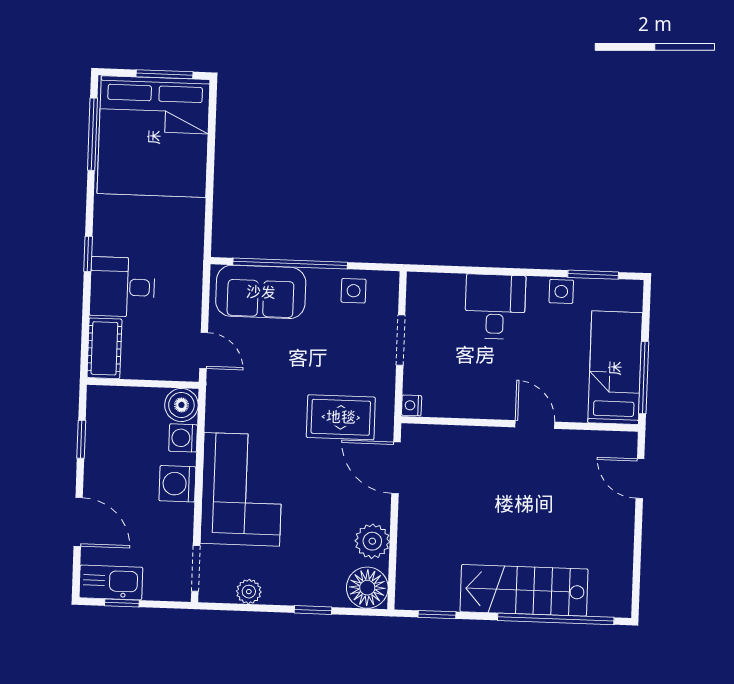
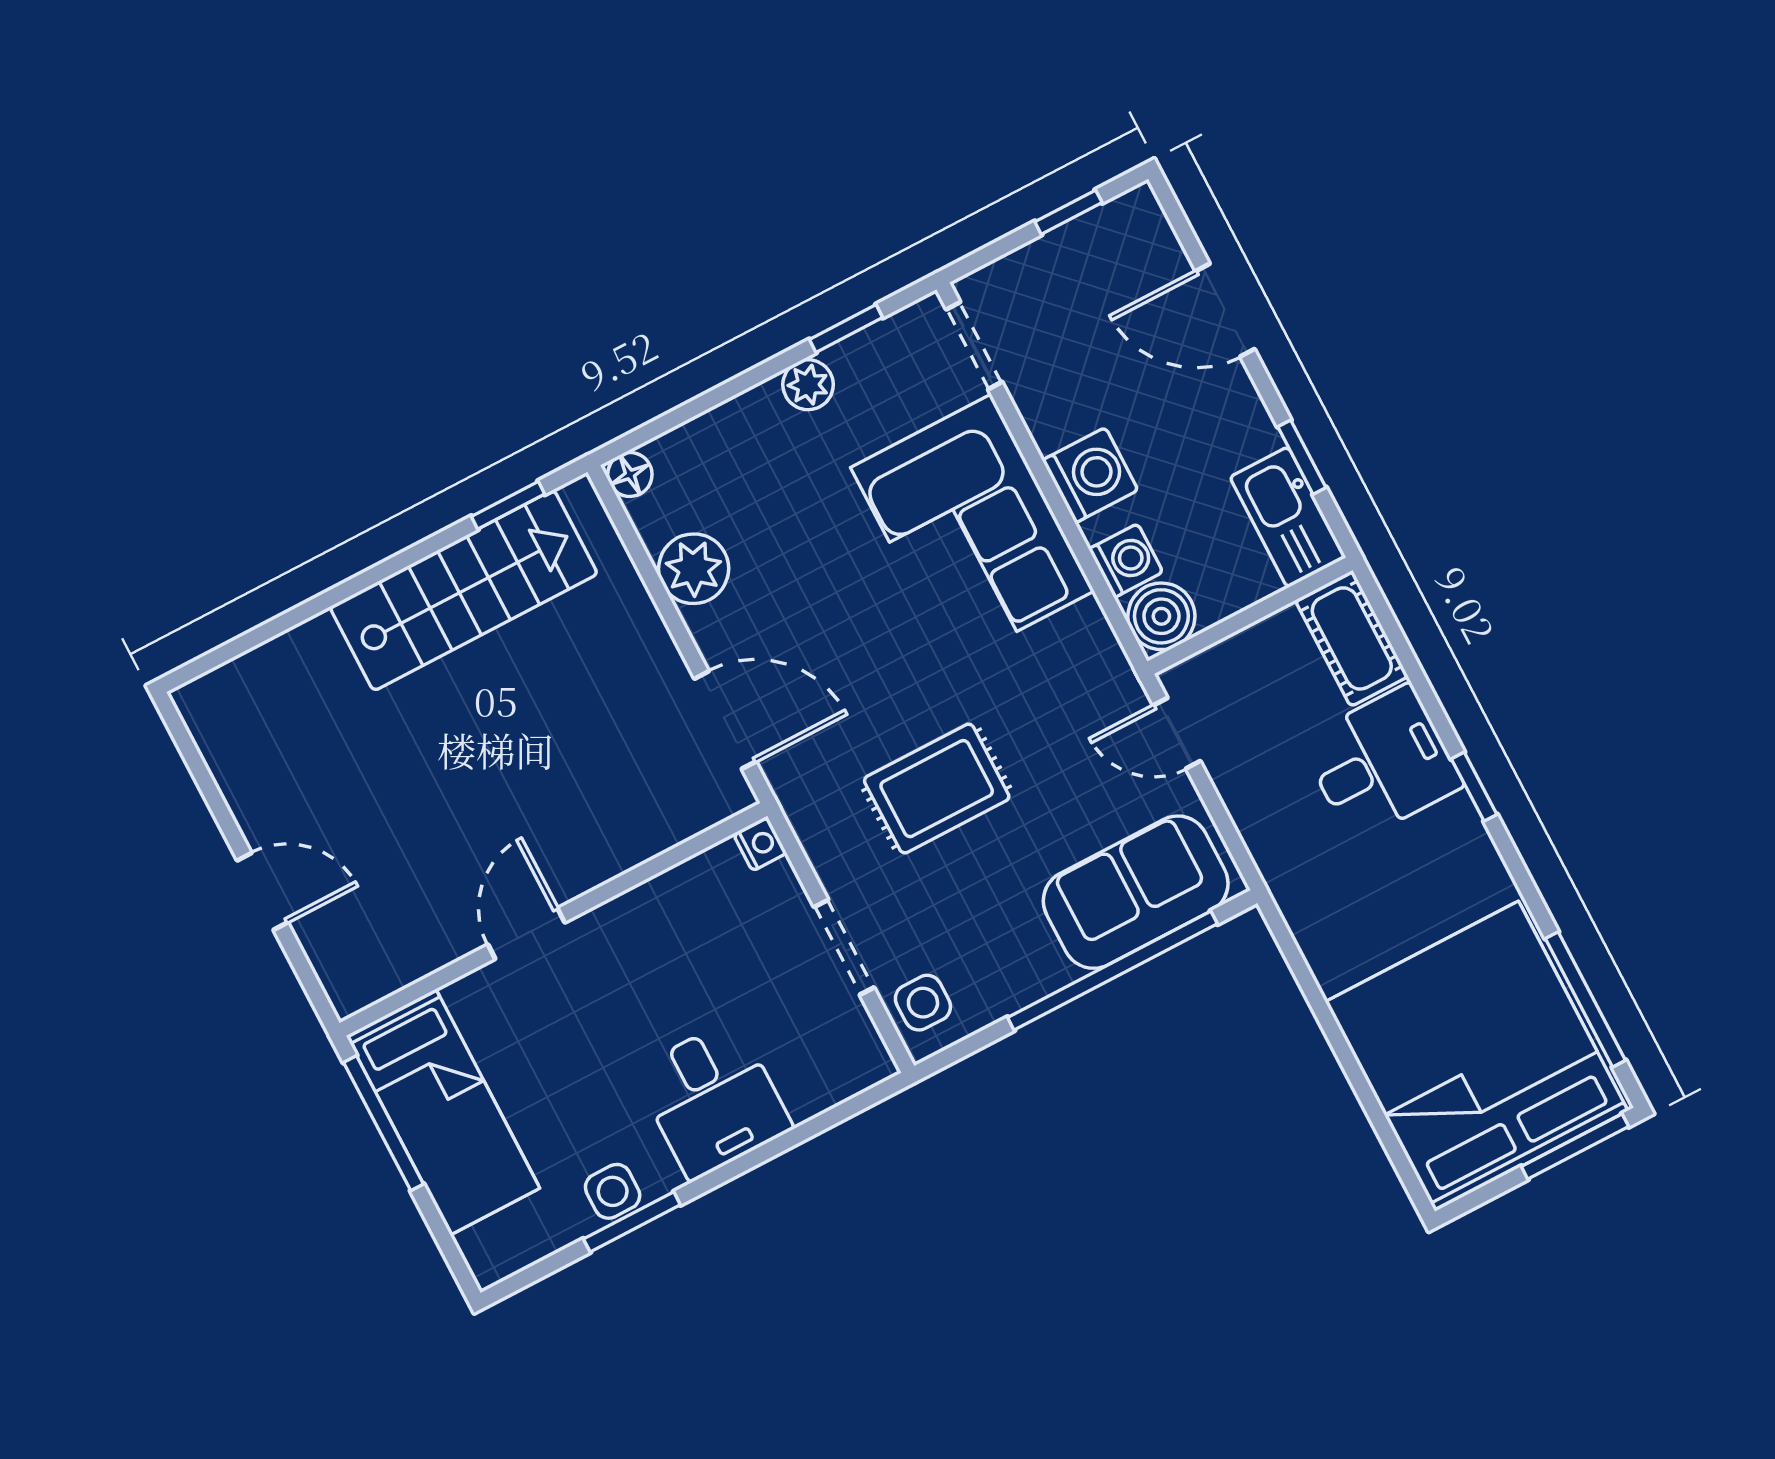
window: (164, 74) -> (1575, 1147), moved
window: (593, 275) -> (632, 1222), moved
side table: (354, 291) -> (923, 1003), moved
rug: (341, 417) -> (937, 789), moved
door: (535, 424) -> (526, 933), swing flipped
door: (640, 479) -> (262, 891), moved
kitchen sink: (111, 583) -> (1288, 517), moved, turned 90
floor lamp: (367, 588) -> (630, 474), width x0.53, depth x0.53
stairs: (524, 590) -> (464, 590), moved
plant: (249, 592) -> (808, 385), moved
window: (313, 610) -> (846, 329), moved
window: (556, 619) -> (297, 616), removed

